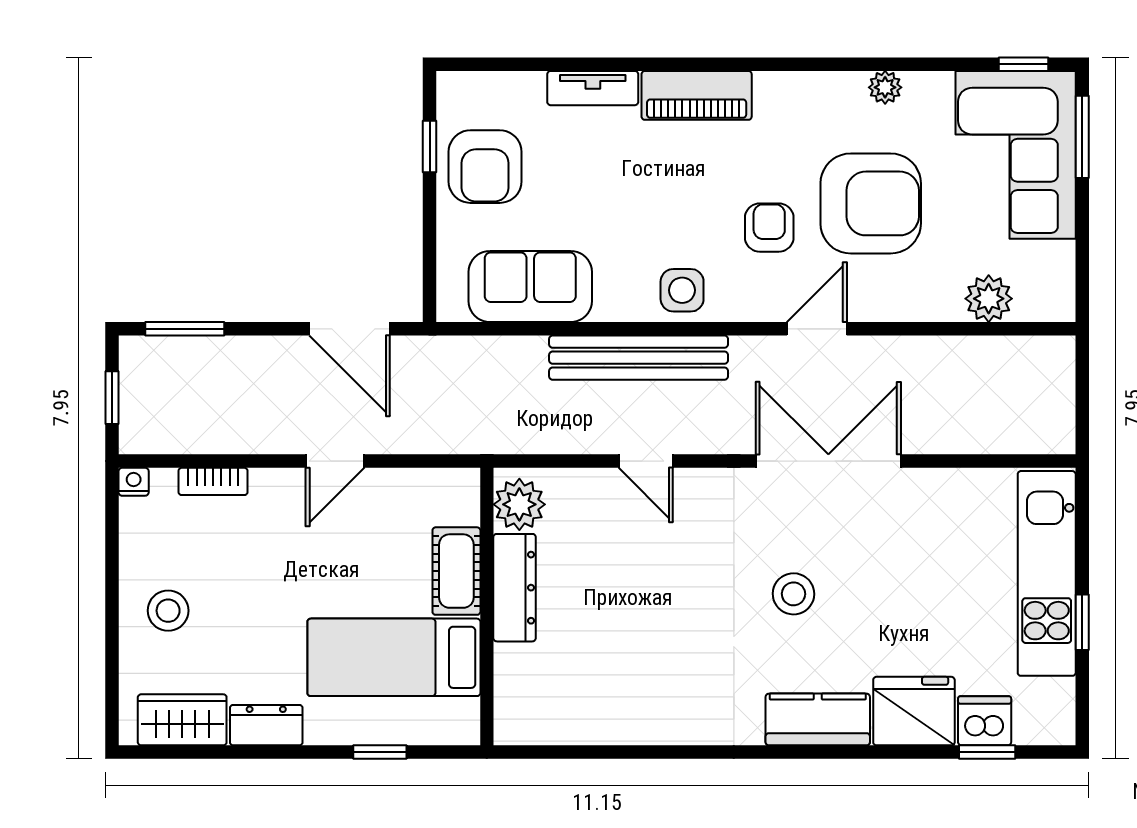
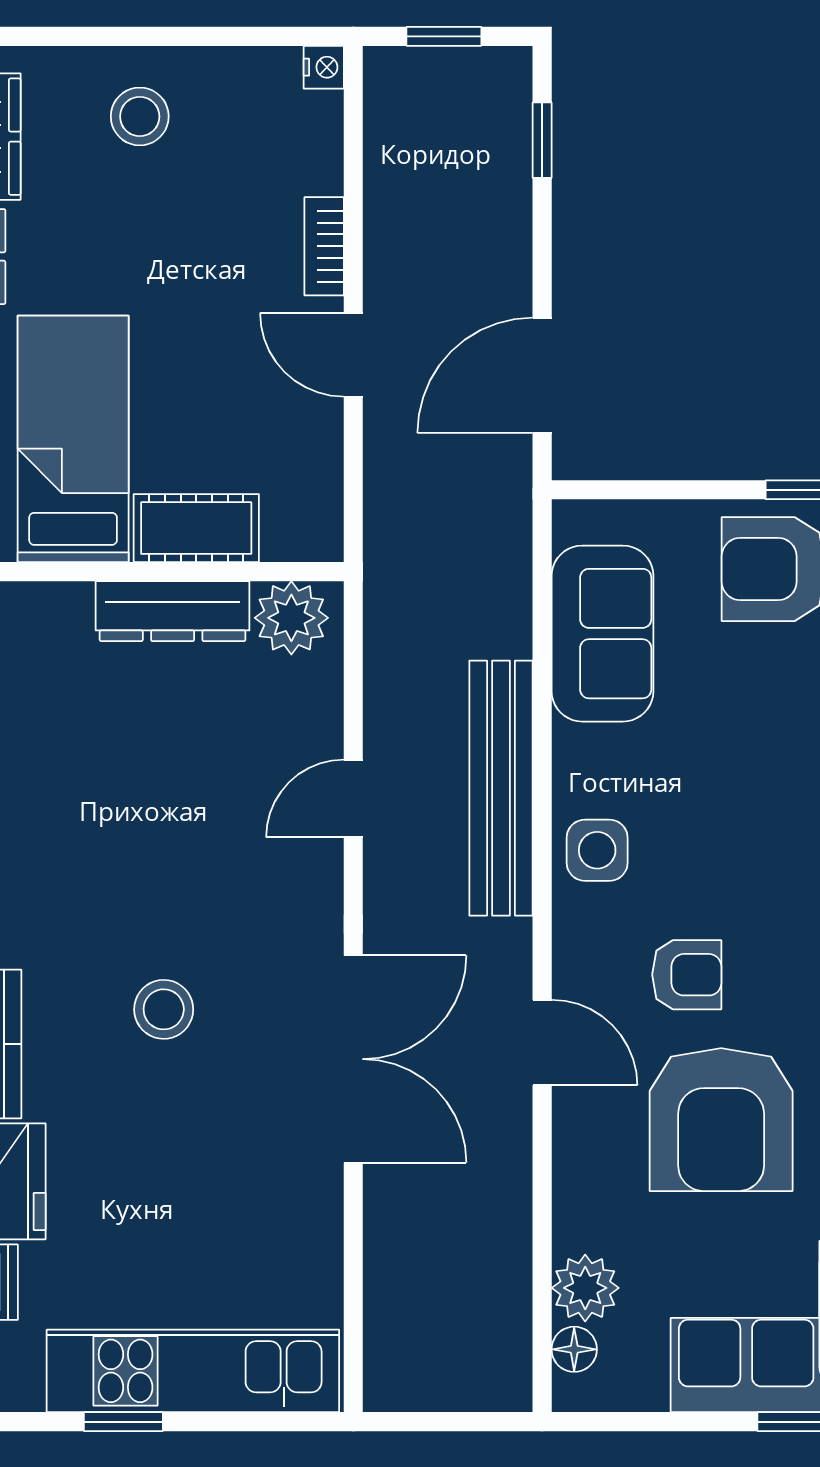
floor lamp: (1032, 306) -> (574, 1349), added
window: (185, 329) -> (542, 140), width x0.67
bookcase: (213, 481) -> (324, 246), moved

